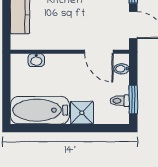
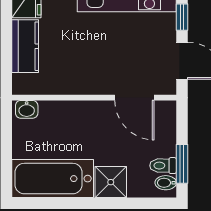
washbasin: (36, 60) -> (27, 109), moved
bidet: (122, 69) -> (166, 183), moved

